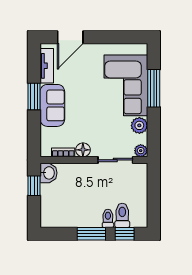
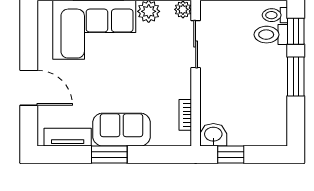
door: (70, 37) -> (29, 88), moved
floor lamp: (83, 150) -> (182, 88), removed
toilet: (108, 218) -> (275, 15), moved

